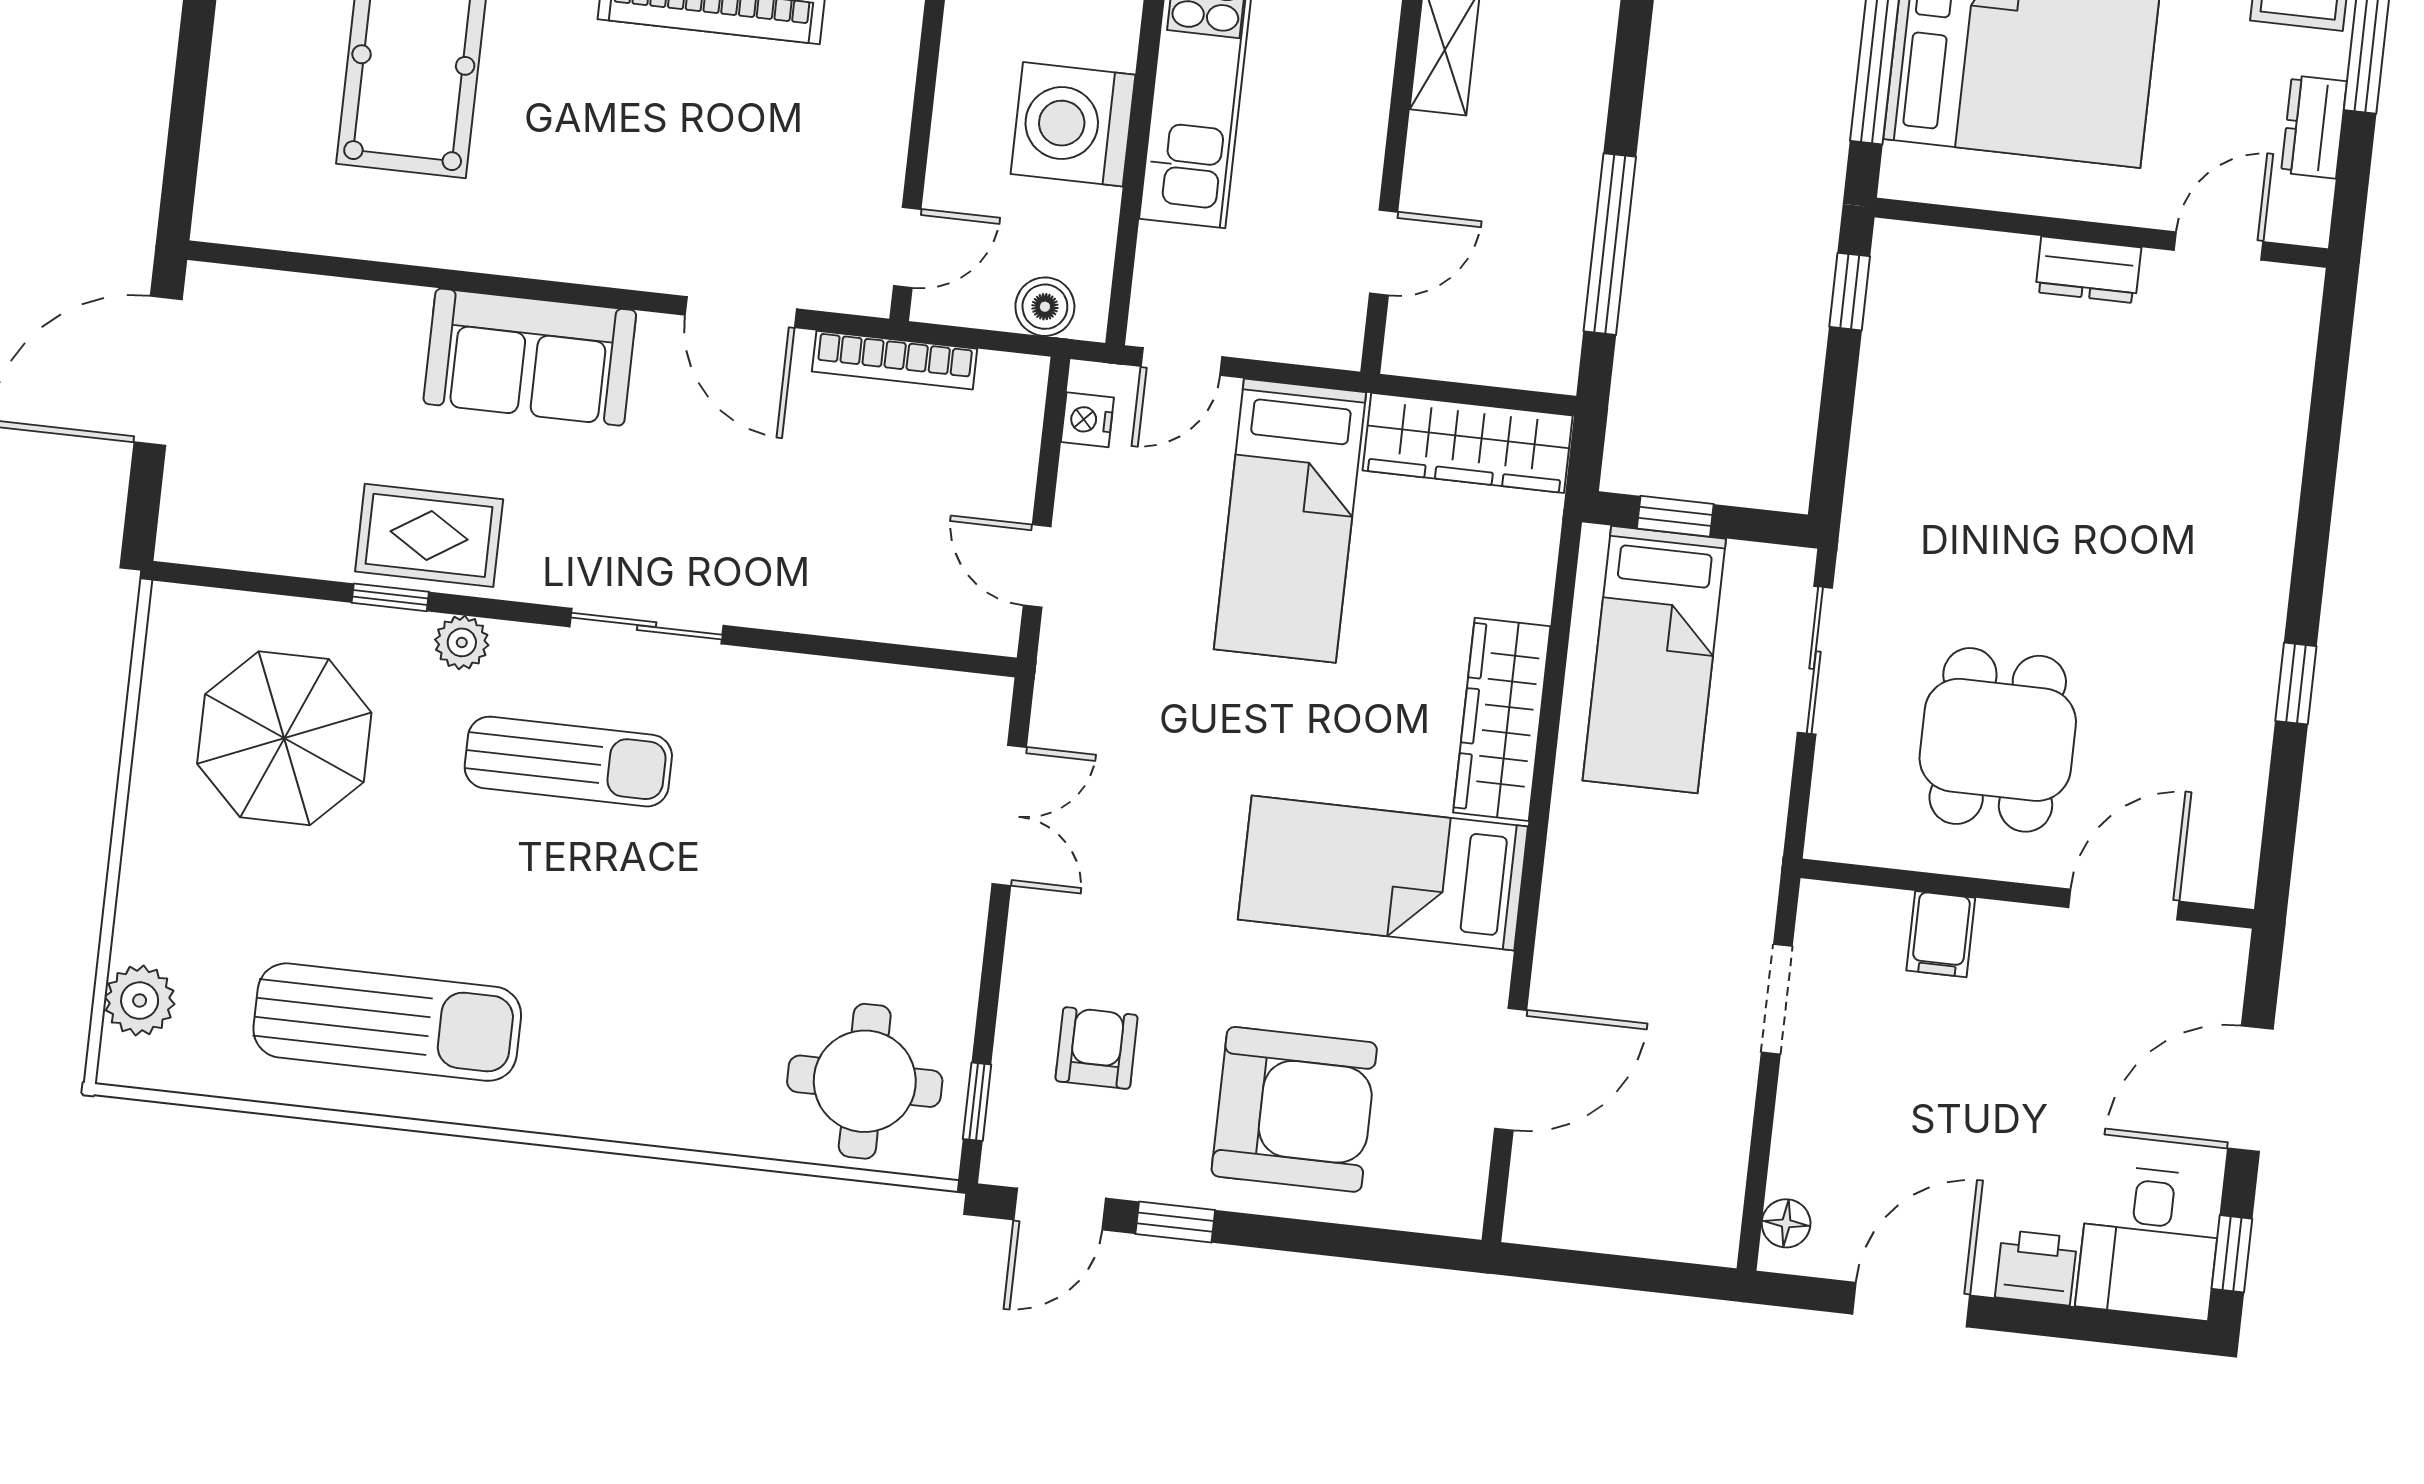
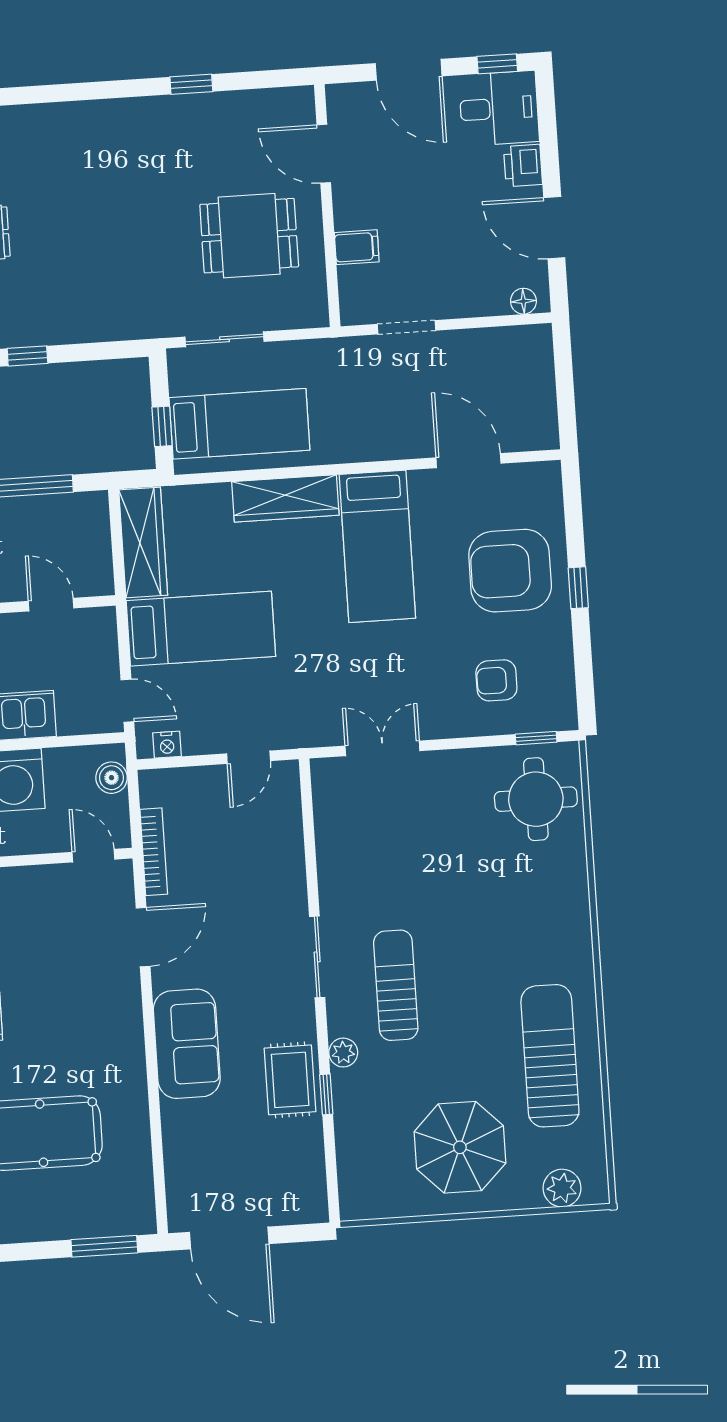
window: (184, 138) -> (104, 1246), added
parasol: (284, 738) -> (460, 1147), moved
armchair: (1294, 1109) -> (510, 571), turned -90
door: (1060, 1209) -> (585, 685), removed
window: (1175, 1222) -> (578, 588), moved

